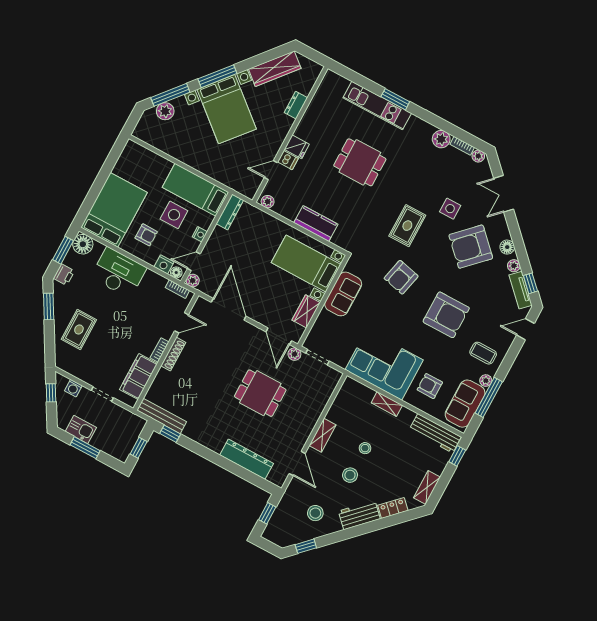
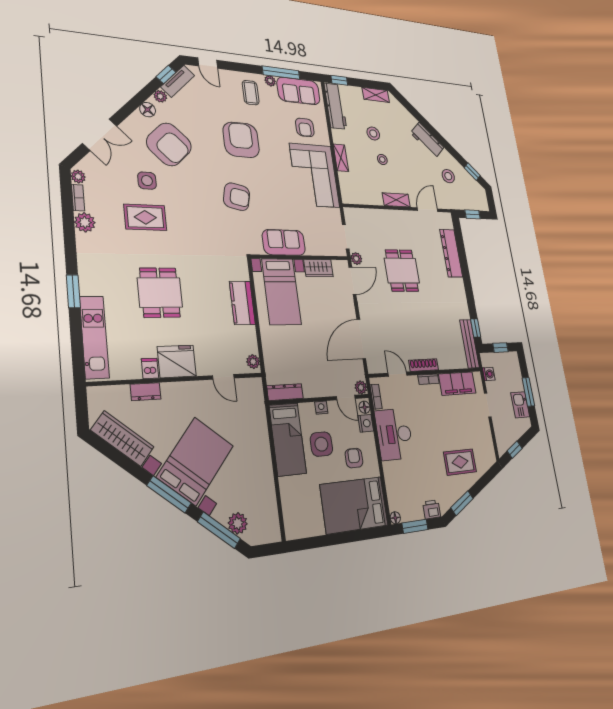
kitchen unit: (377, 106) -> (94, 337), moved
fridge: (297, 147) -> (177, 361), width x1.88, depth x1.34
dishwasher: (288, 160) -> (150, 368), moved
rug: (407, 226) -> (145, 217), moved
floor lamp: (83, 244) -> (395, 518), width x0.53, depth x0.53
desk: (119, 273) -> (394, 434), moved
washing machine: (73, 388) -> (489, 374), moved
stool: (350, 475) -> (373, 133), moved
locker: (393, 508) -> (406, 116), removed

